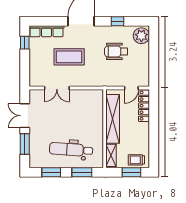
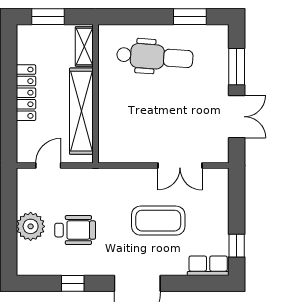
row of seats: (47, 31) -> (208, 266), width x0.68
plant: (141, 36) -> (31, 226), moved
double door: (57, 88) -> (180, 166), swing flipped
locker: (144, 106) -> (26, 93), moved
trolley: (136, 160) -> (39, 39), removed
window: (82, 172) -> (136, 17), removed

